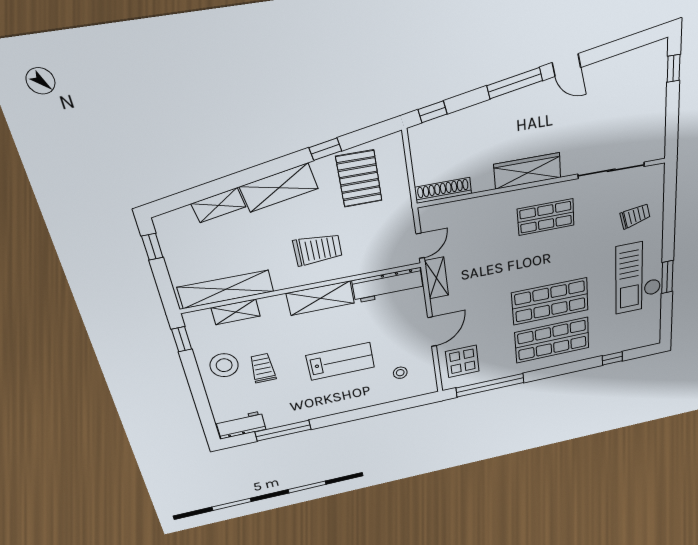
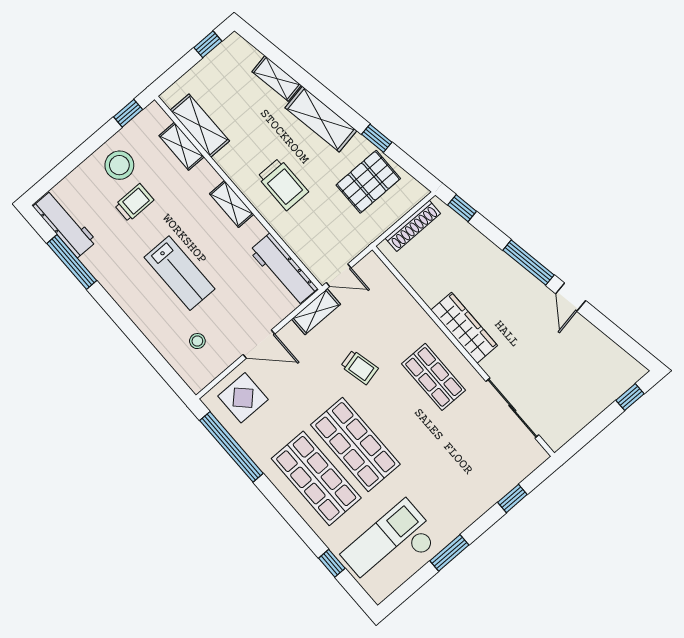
shoe rack: (443, 190) -> (413, 226), moved, turned 90
window: (669, 210) -> (512, 498), added
trolley: (635, 216) -> (359, 367), moved
checkout: (638, 276) -> (390, 546), moved
shelving: (226, 289) -> (200, 126), width x0.68
shelving: (320, 298) -> (232, 204), width x0.67, depth x0.75
workbench: (241, 425) -> (65, 224), width x1.38

